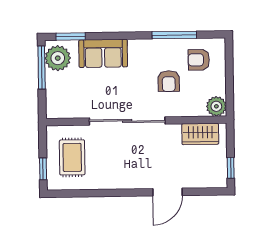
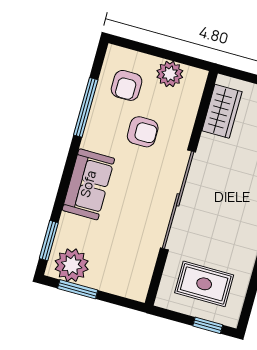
sofa: (103, 53) -> (88, 184), moved
window: (42, 68) -> (78, 289), width x0.69
plant: (216, 106) -> (170, 74), moved

